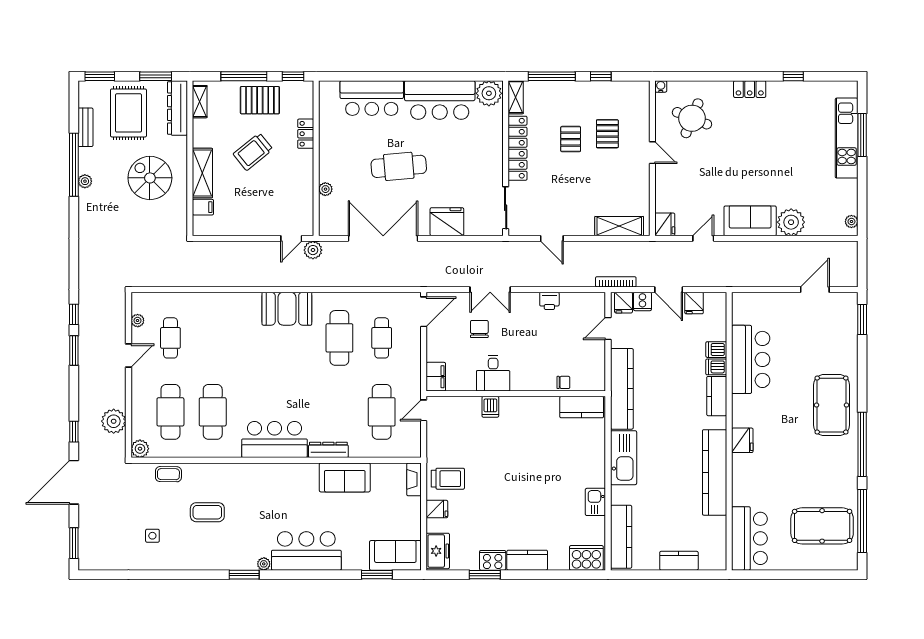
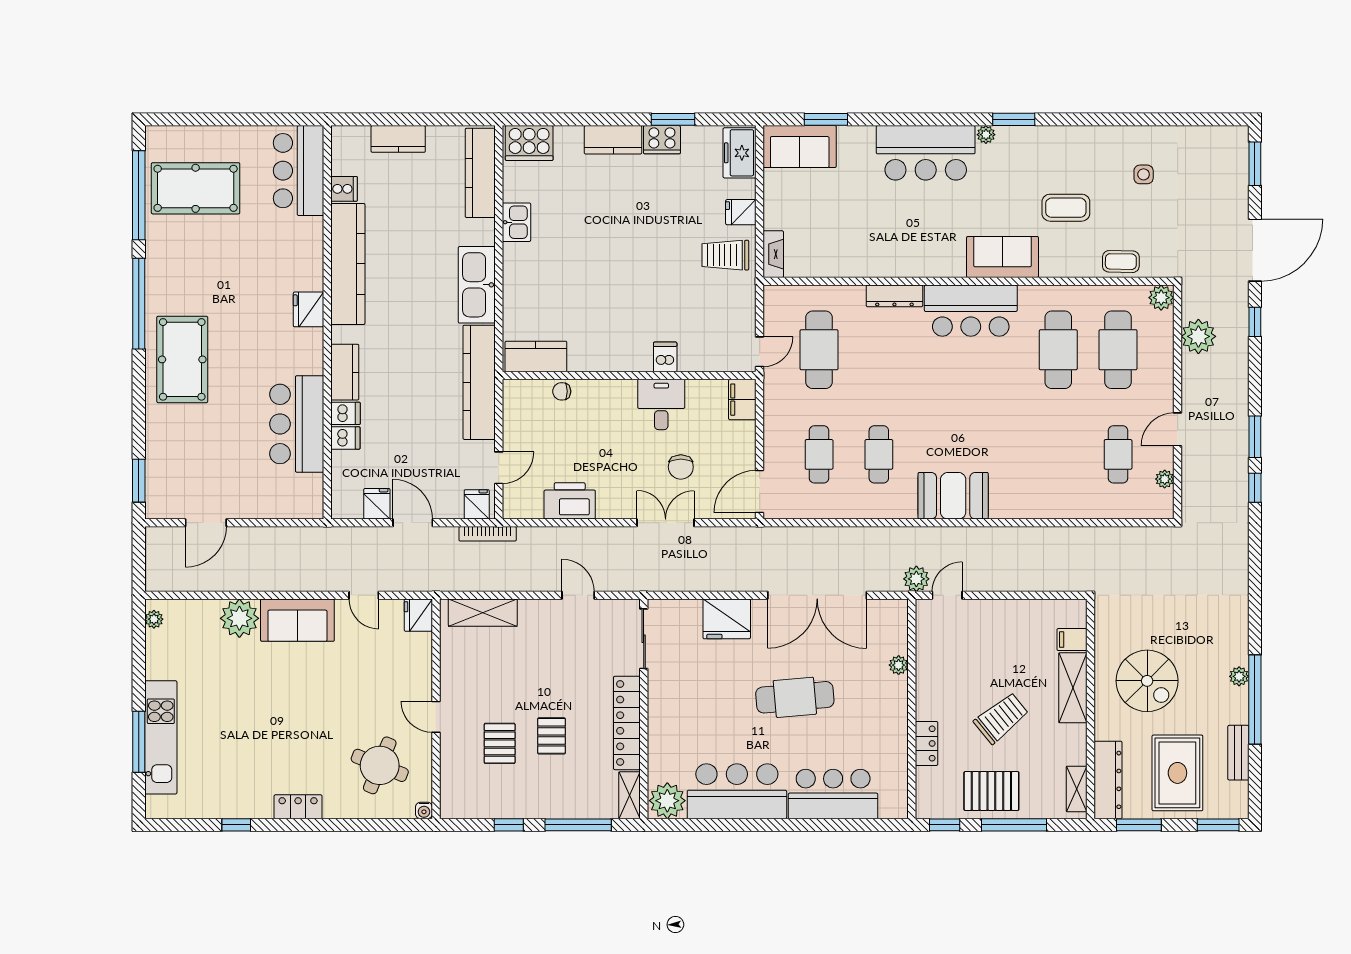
door: (703, 238) -> (364, 595), hinge flipped
printer: (549, 301) -> (570, 501), width x1.87, depth x1.48
cooker: (642, 301) -> (344, 189), moved, turned 90
cafe table: (339, 338) -> (879, 454), width x0.73, depth x0.74
sofa: (345, 477) -> (1002, 257), moved

